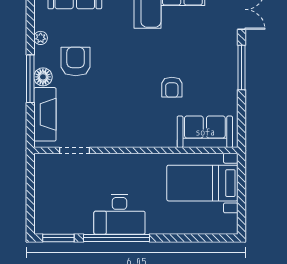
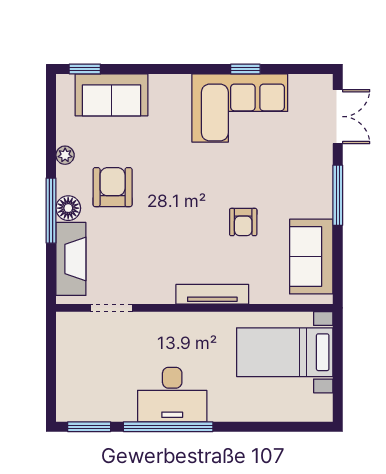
sofa: (205, 132) -> (311, 257), moved, turned -90
tv unit: (149, 140) -> (212, 294), added

